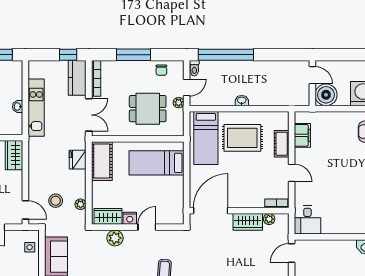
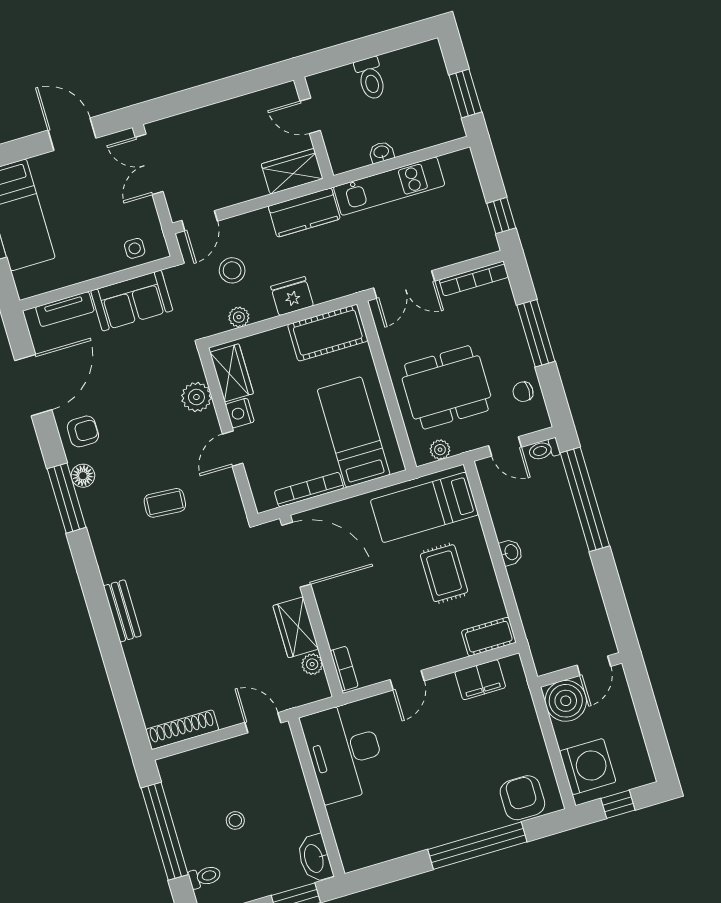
kitchen counter: (77, 78) -> (304, 212), moved, turned 180
plant: (179, 103) -> (440, 450), moved
dining table: (148, 109) -> (446, 387), width x1.38
rug: (242, 138) -> (444, 573), width x0.73, depth x0.70
cot: (282, 144) -> (489, 637), moved
fridge: (78, 160) -> (292, 296), moved
bookcase: (179, 194) -> (309, 490), added
desk: (307, 220) -> (344, 752), width x1.87, depth x1.30
door: (147, 227) -> (233, 449), swing flipped

